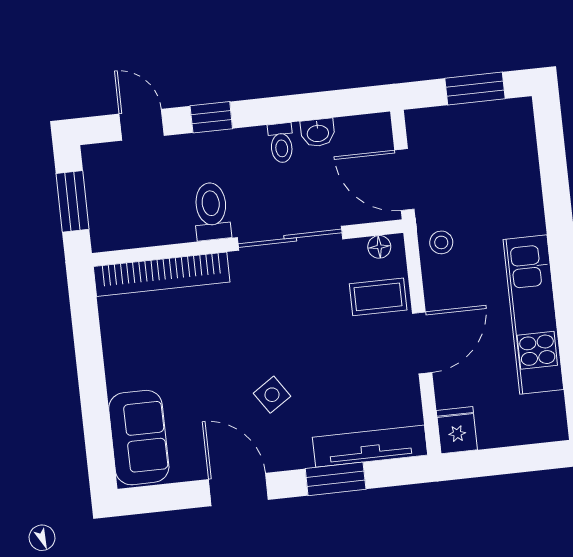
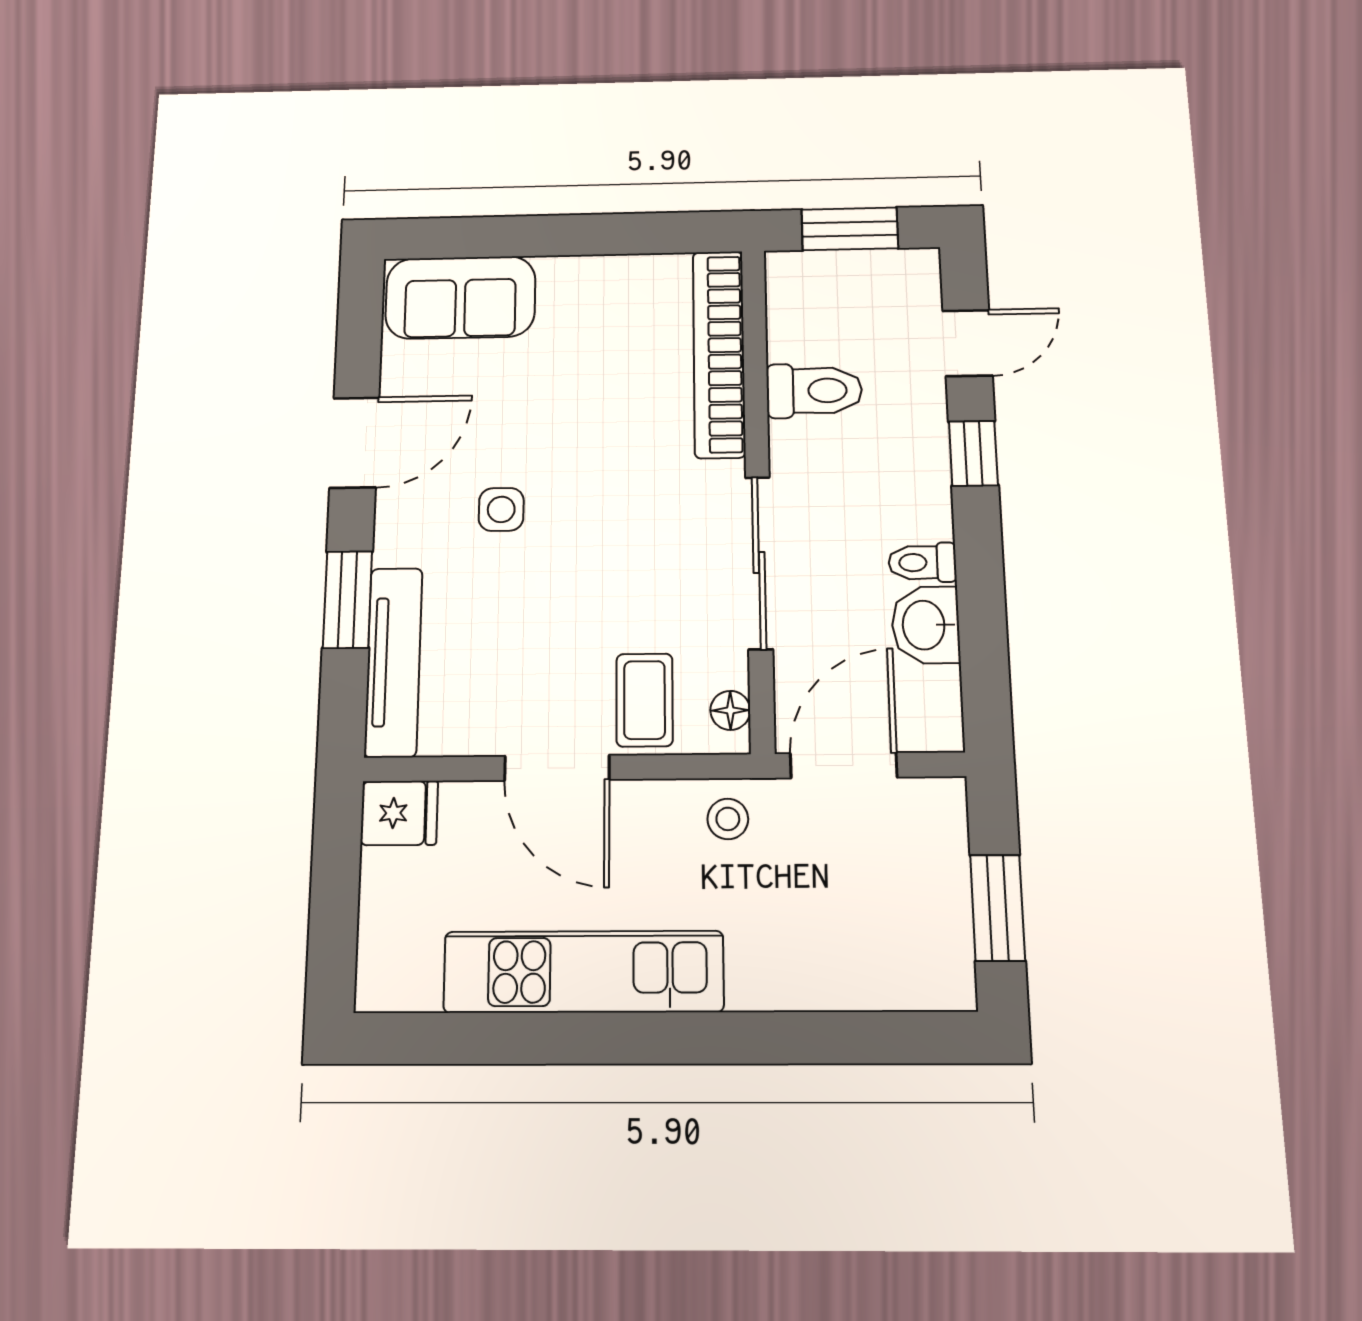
washbasin: (318, 133) -> (926, 625), width x1.38, depth x1.45
toilet: (212, 211) -> (814, 391), moved
side table: (272, 395) -> (501, 509), turned 34

